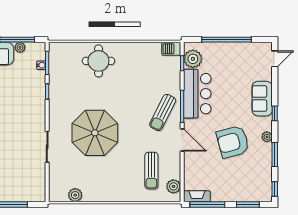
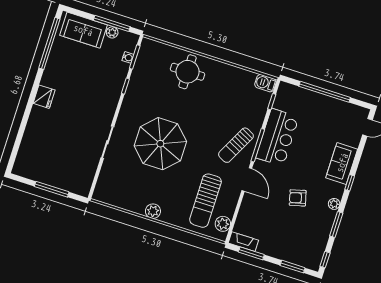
plant: (193, 59) -> (284, 100), removed
armchair: (233, 142) -> (298, 198), width x0.53, depth x0.53
sun lounger: (151, 171) -> (205, 201), width x1.36, depth x1.34
plant: (75, 195) -> (153, 211), moved
window: (207, 205) -> (251, 253), width x0.69

